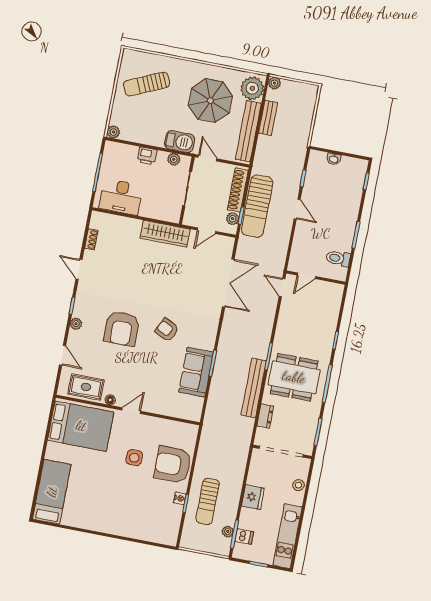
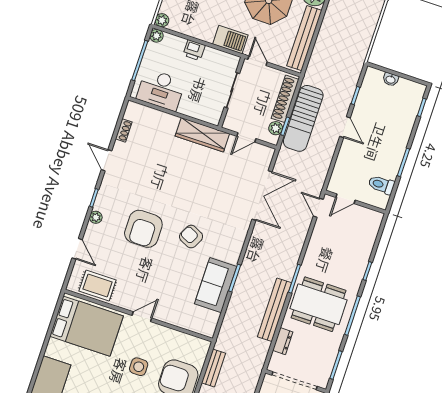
bench: (268, 118) -> (214, 368), moved
plant: (174, 159) -> (157, 36), moved
floor lamp: (110, 400) -> (121, 302), removed

